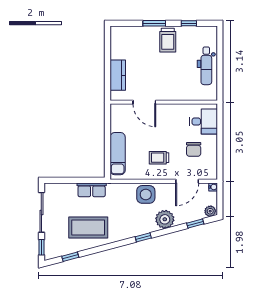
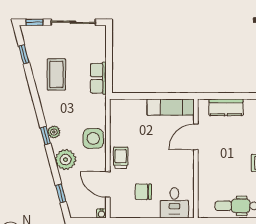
exam couch: (118, 154) -> (171, 107), moved
trolley: (159, 158) -> (121, 158), moved
plant: (210, 211) -> (54, 132), moved
coffee table: (88, 228) -> (56, 74), width x0.73, depth x0.76

